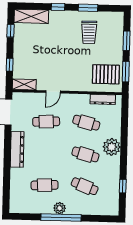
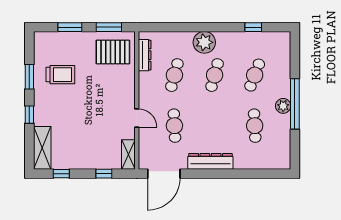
pallet: (106, 74) -> (113, 52), turned 90

